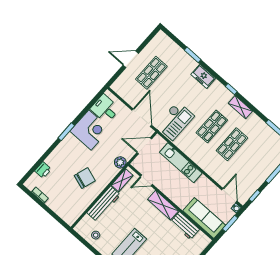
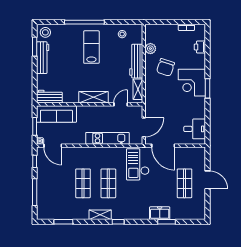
door: (131, 59) -> (207, 180), hinge flipped
freezer: (203, 76) -> (160, 213), moved
corner desk: (90, 130) -> (192, 83), moved
plant: (120, 162) -> (150, 49), moved
workbench: (185, 226) -> (49, 97), moved

